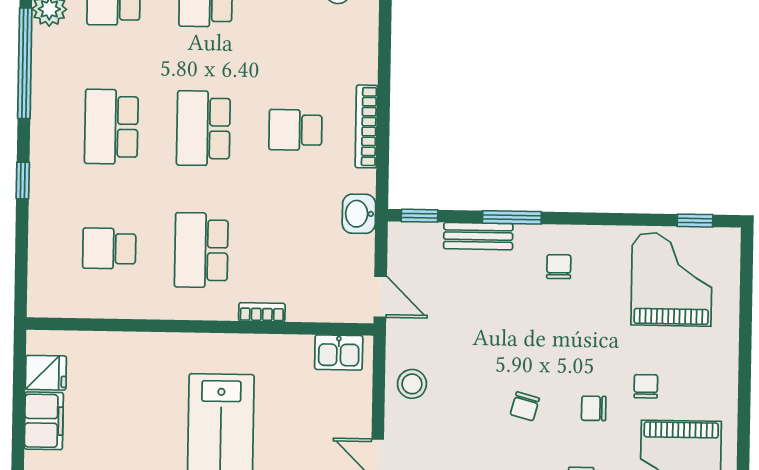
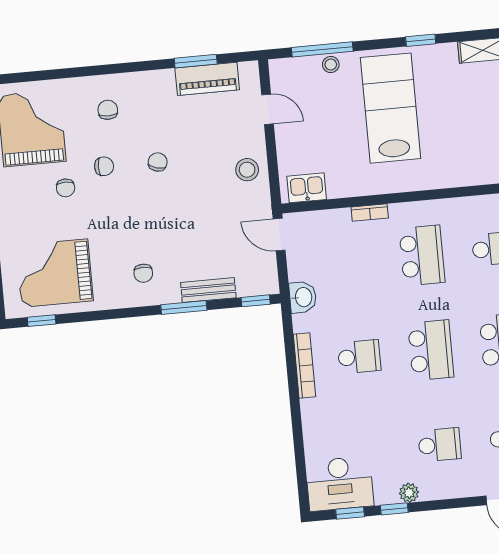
grand piano: (672, 279) -> (55, 273), turned 90

